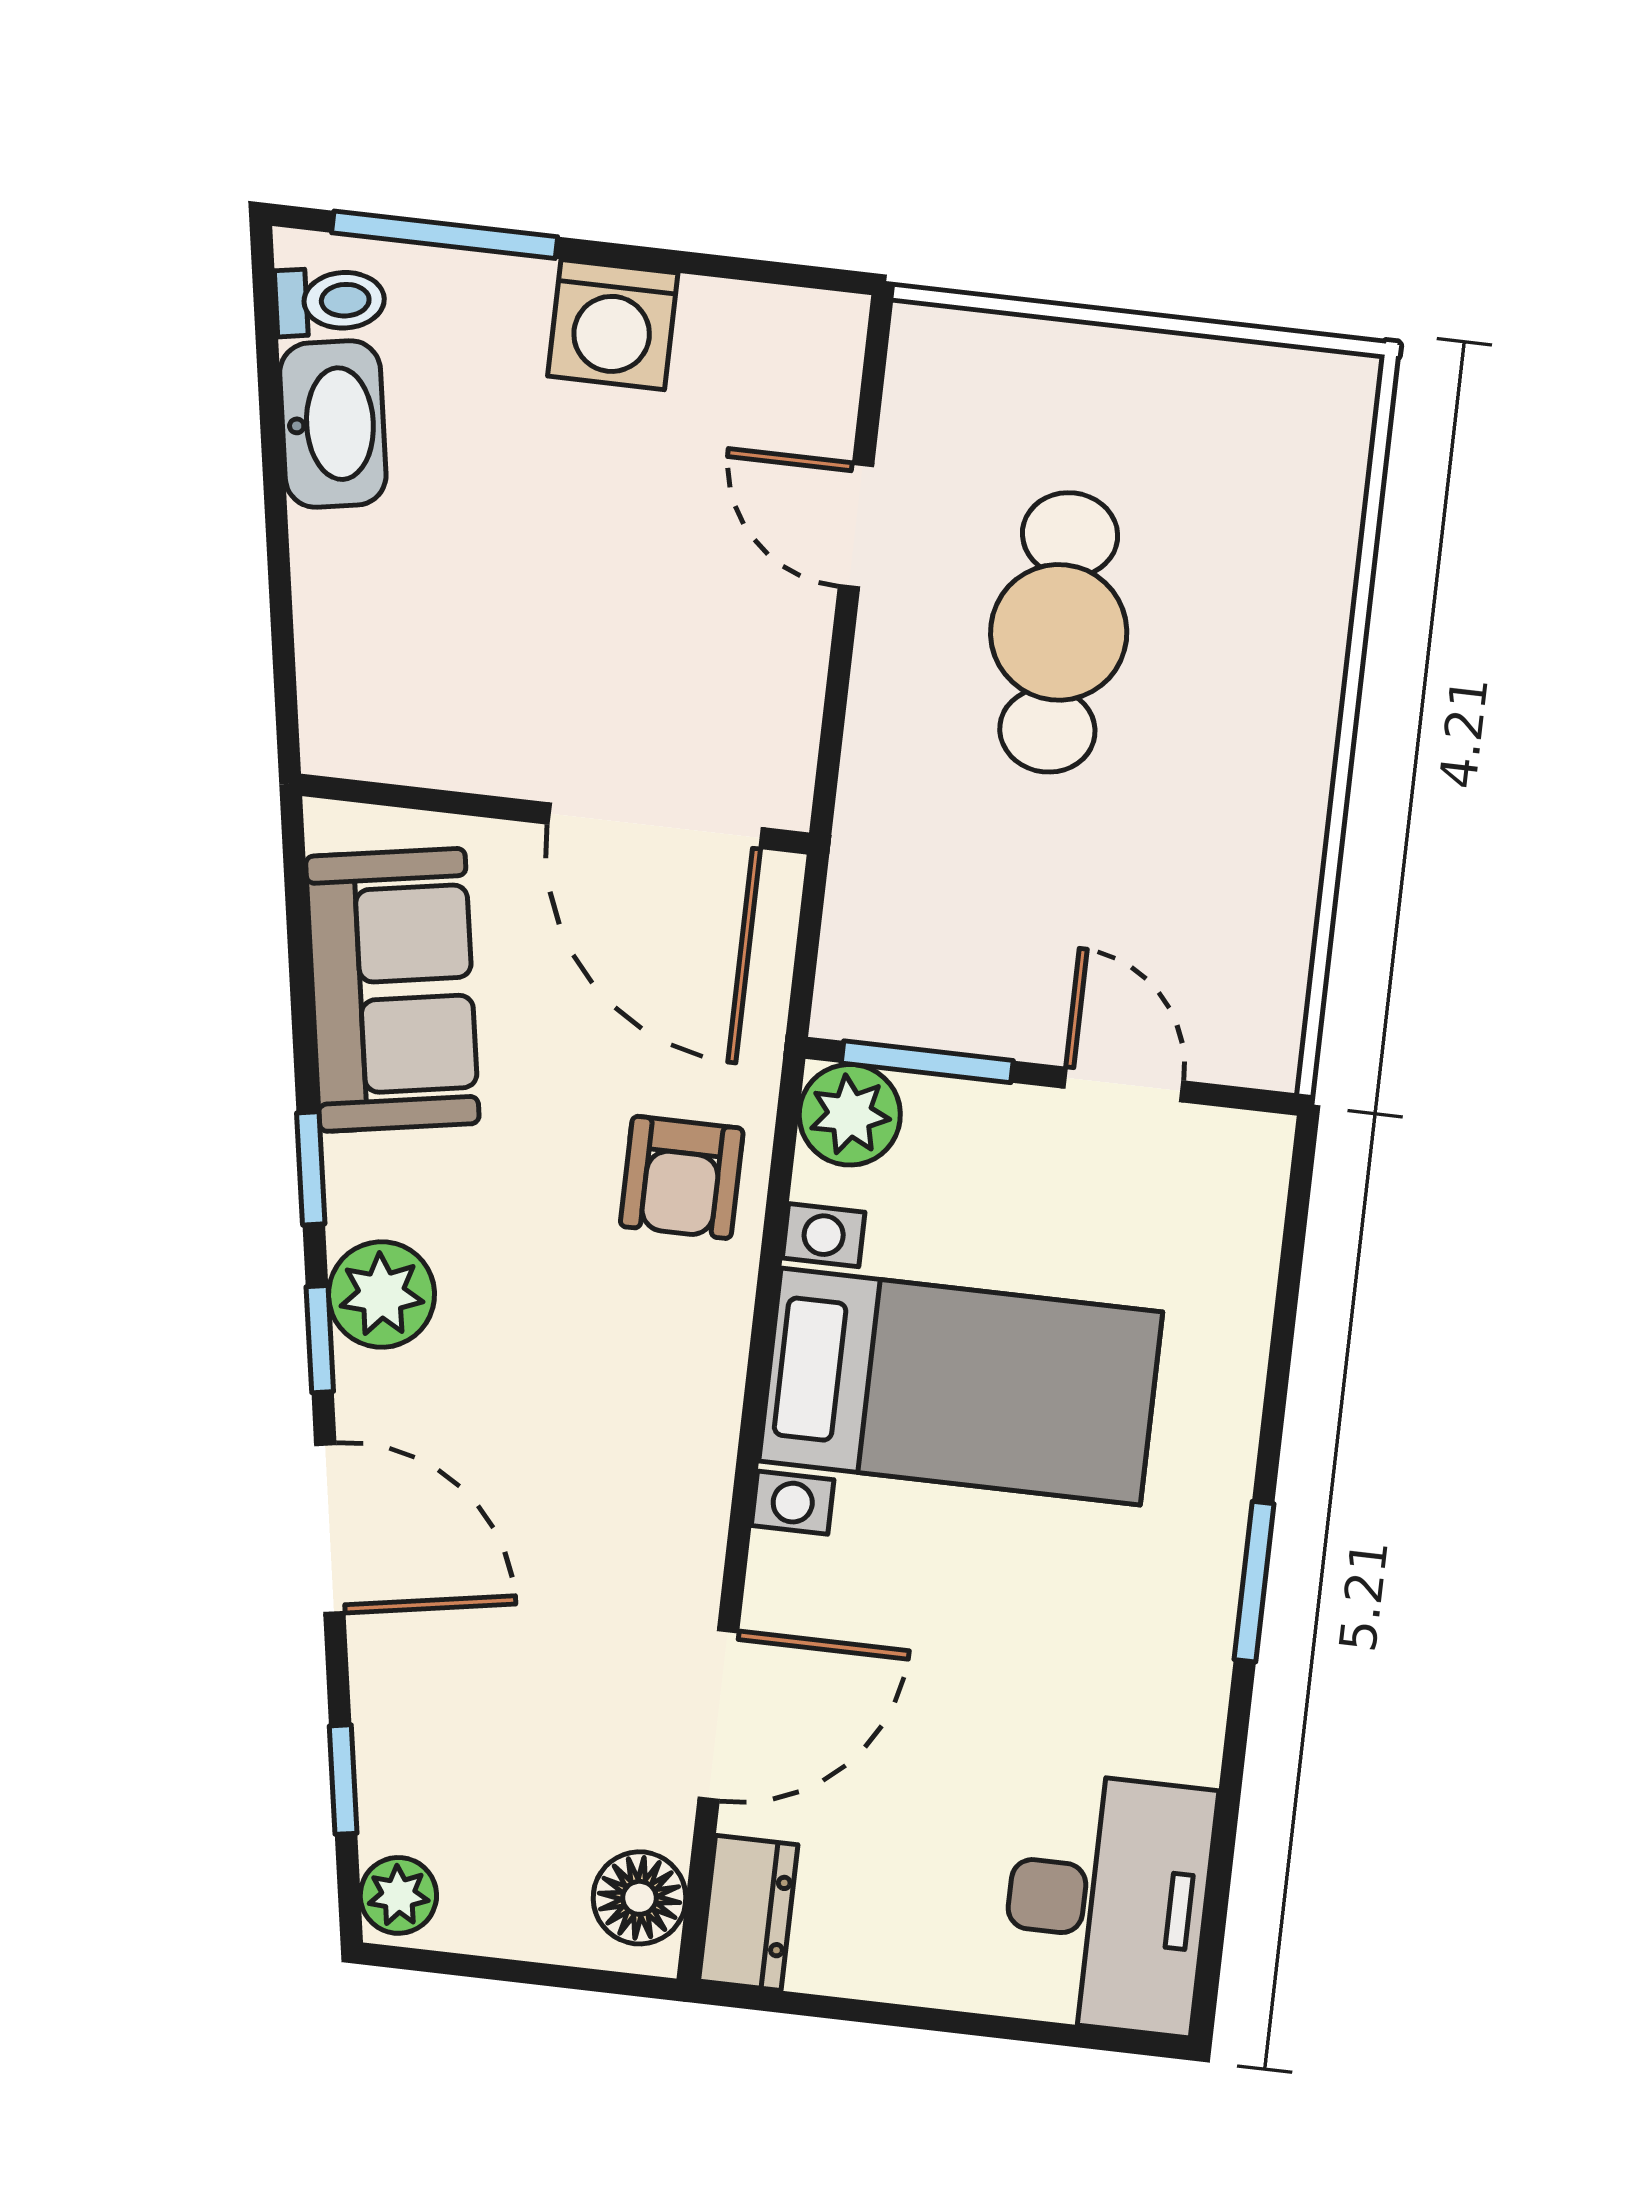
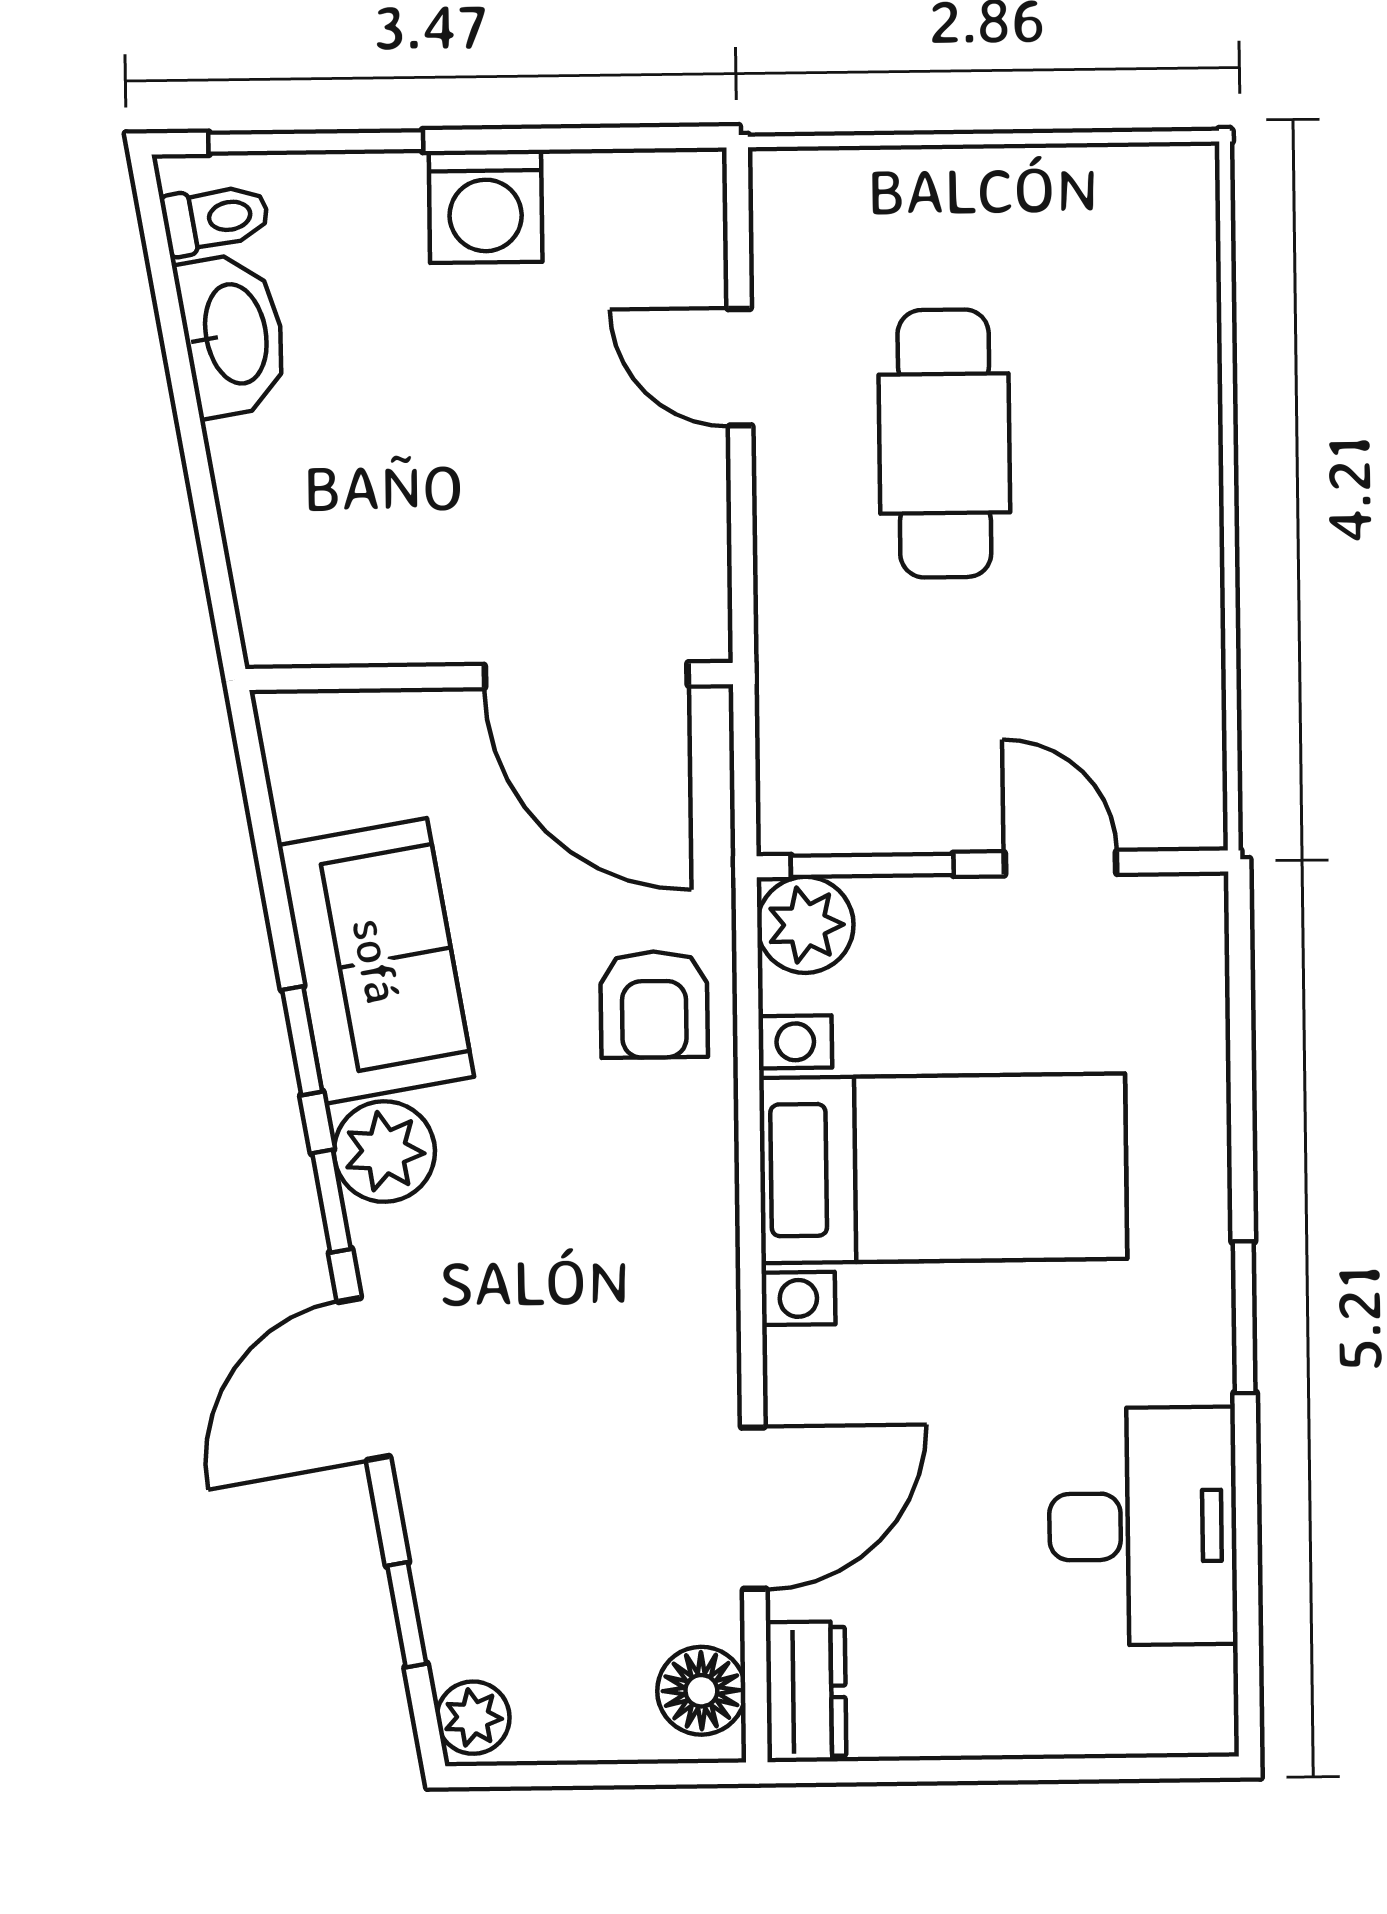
sofa: (392, 990) -> (376, 961), moved
door: (330, 1528) -> (364, 1379), swing flipped
desk: (1107, 1903) -> (1143, 1526), moved

